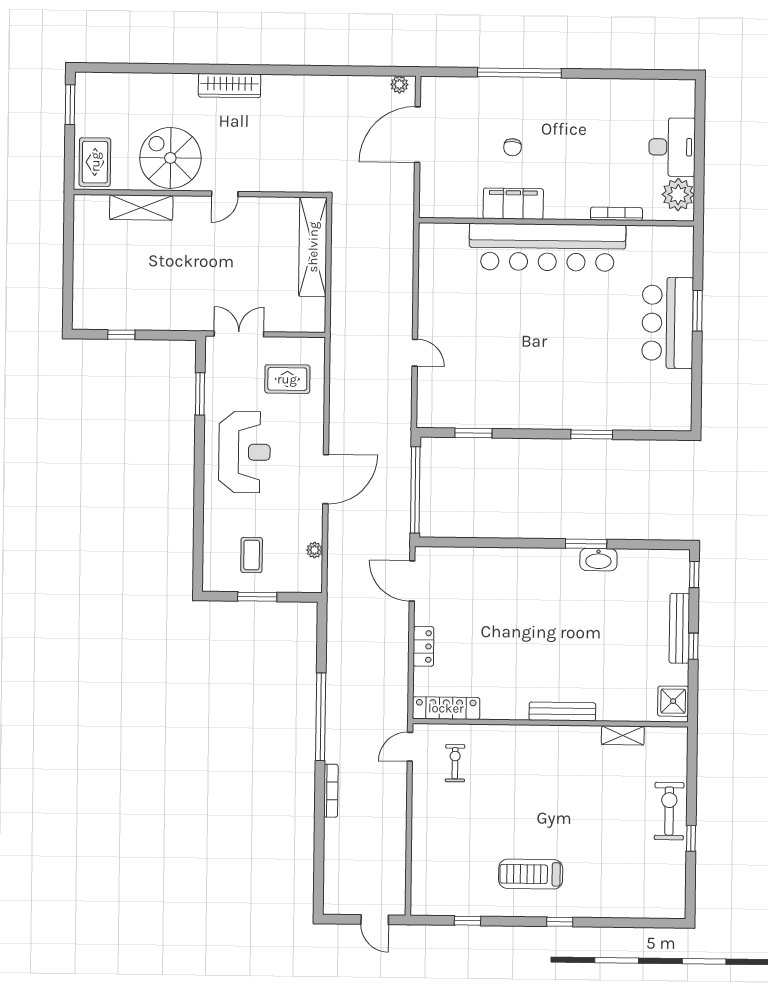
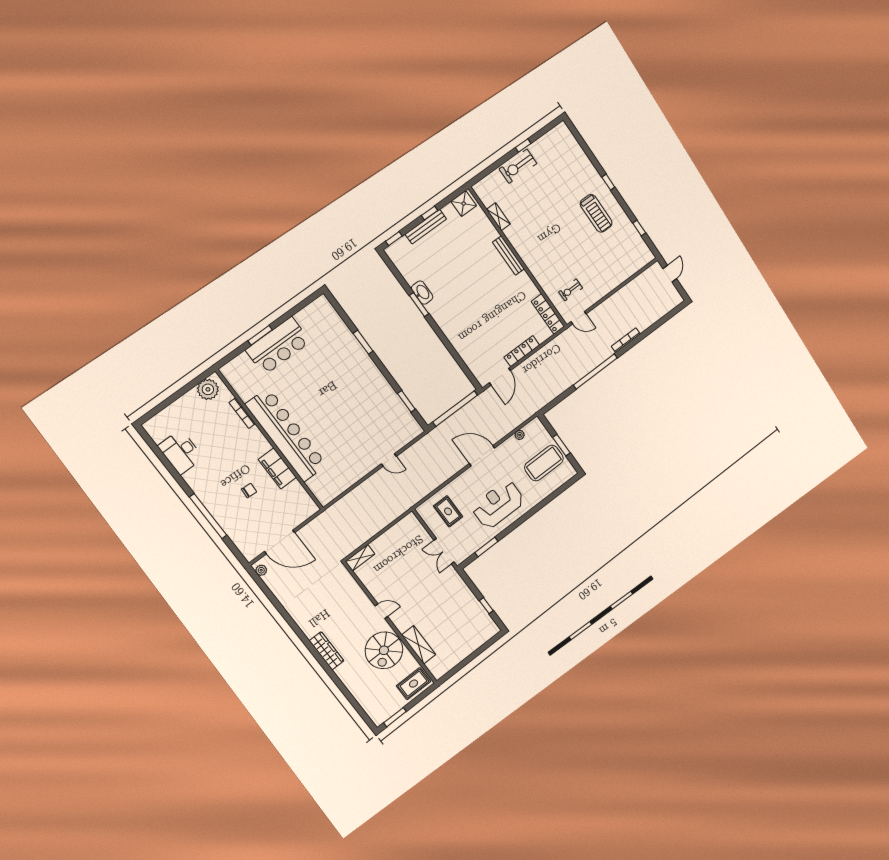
desk: (672, 147) -> (181, 452), moved, turned -90
shelving: (313, 247) -> (360, 558), width x0.45, depth x0.75
door: (415, 353) -> (389, 460), swing flipped
coffee table: (252, 555) -> (544, 463), width x1.86, depth x1.72
locker: (423, 646) -> (522, 351), width x1.53

